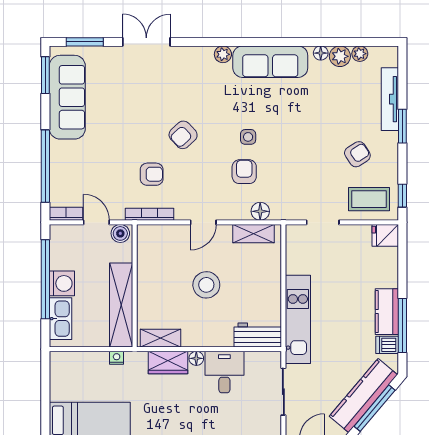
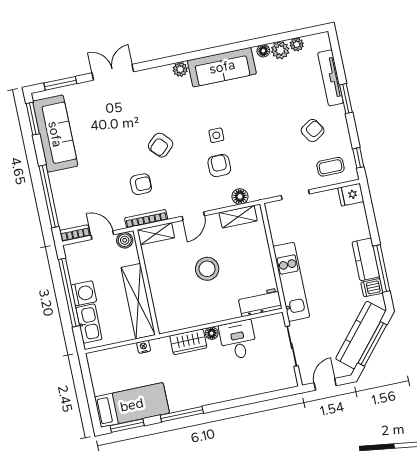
coffee table: (369, 199) -> (330, 167), width x0.73, depth x0.77
shelving: (161, 338) -> (156, 234), moved

